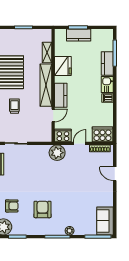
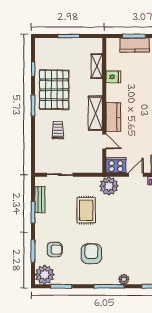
fridge: (63, 66) -> (113, 77), width x0.53, depth x0.75
shelving: (46, 85) -> (95, 113), width x0.68
door: (53, 115) -> (104, 141), hinge flipped
rug: (38, 173) -> (86, 210), added

